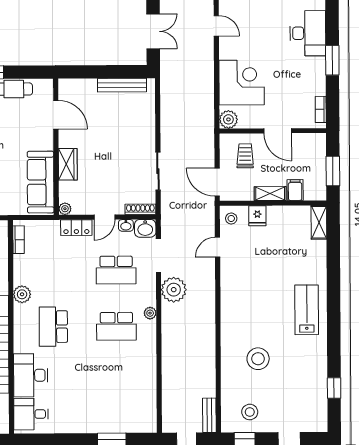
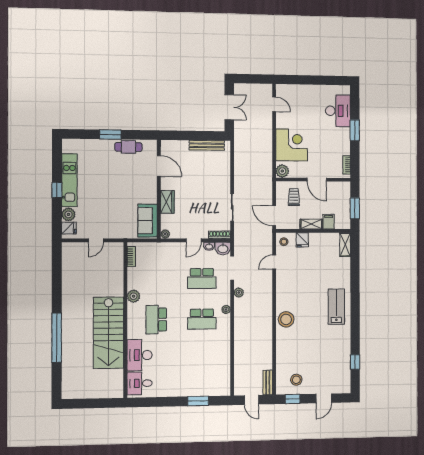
sofa: (41, 182) -> (148, 221), width x0.73
locker: (76, 228) -> (173, 248), removed
plant: (174, 290) -> (239, 293), width x0.53, depth x0.53
stool: (258, 359) -> (286, 319), moved

